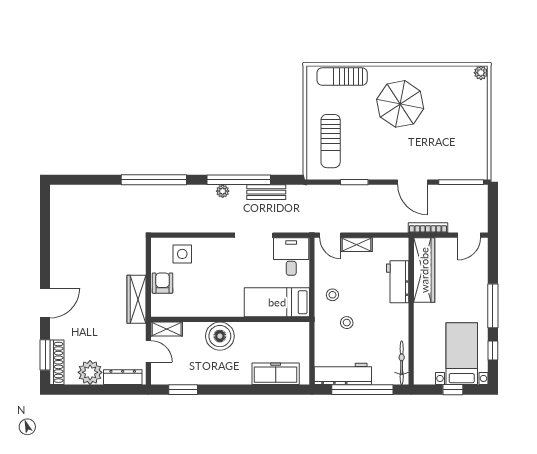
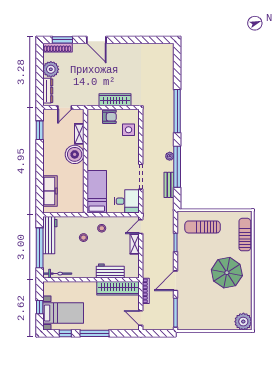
plant: (481, 73) -> (243, 322), width x1.88, depth x1.88
wardrobe: (136, 299) -> (115, 100), moved
shelving: (167, 329) -> (79, 134), moved

